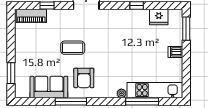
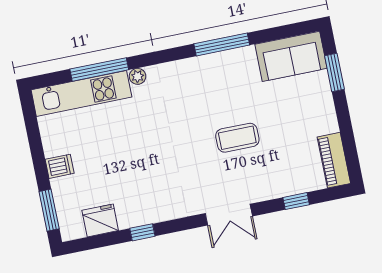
piano: (31, 16) -> (334, 160), moved, turned -90
armchair: (84, 78) -> (208, 90), removed
sofa: (49, 87) -> (291, 56), moved

